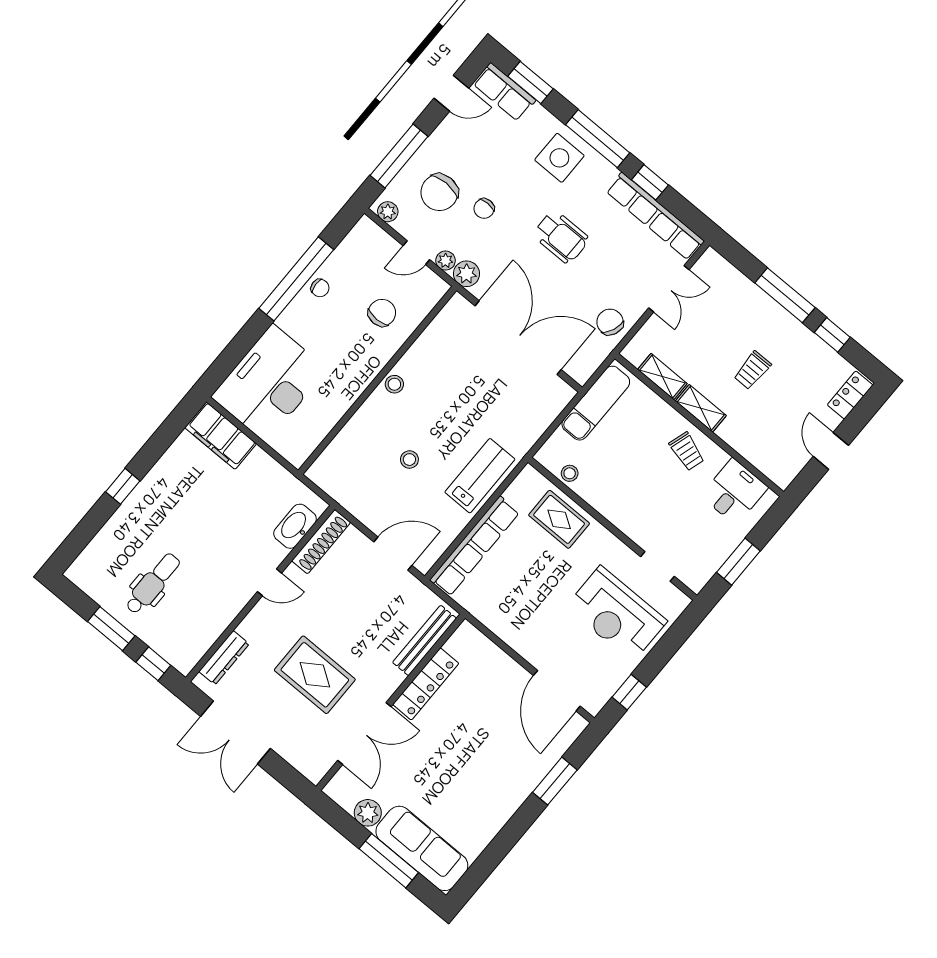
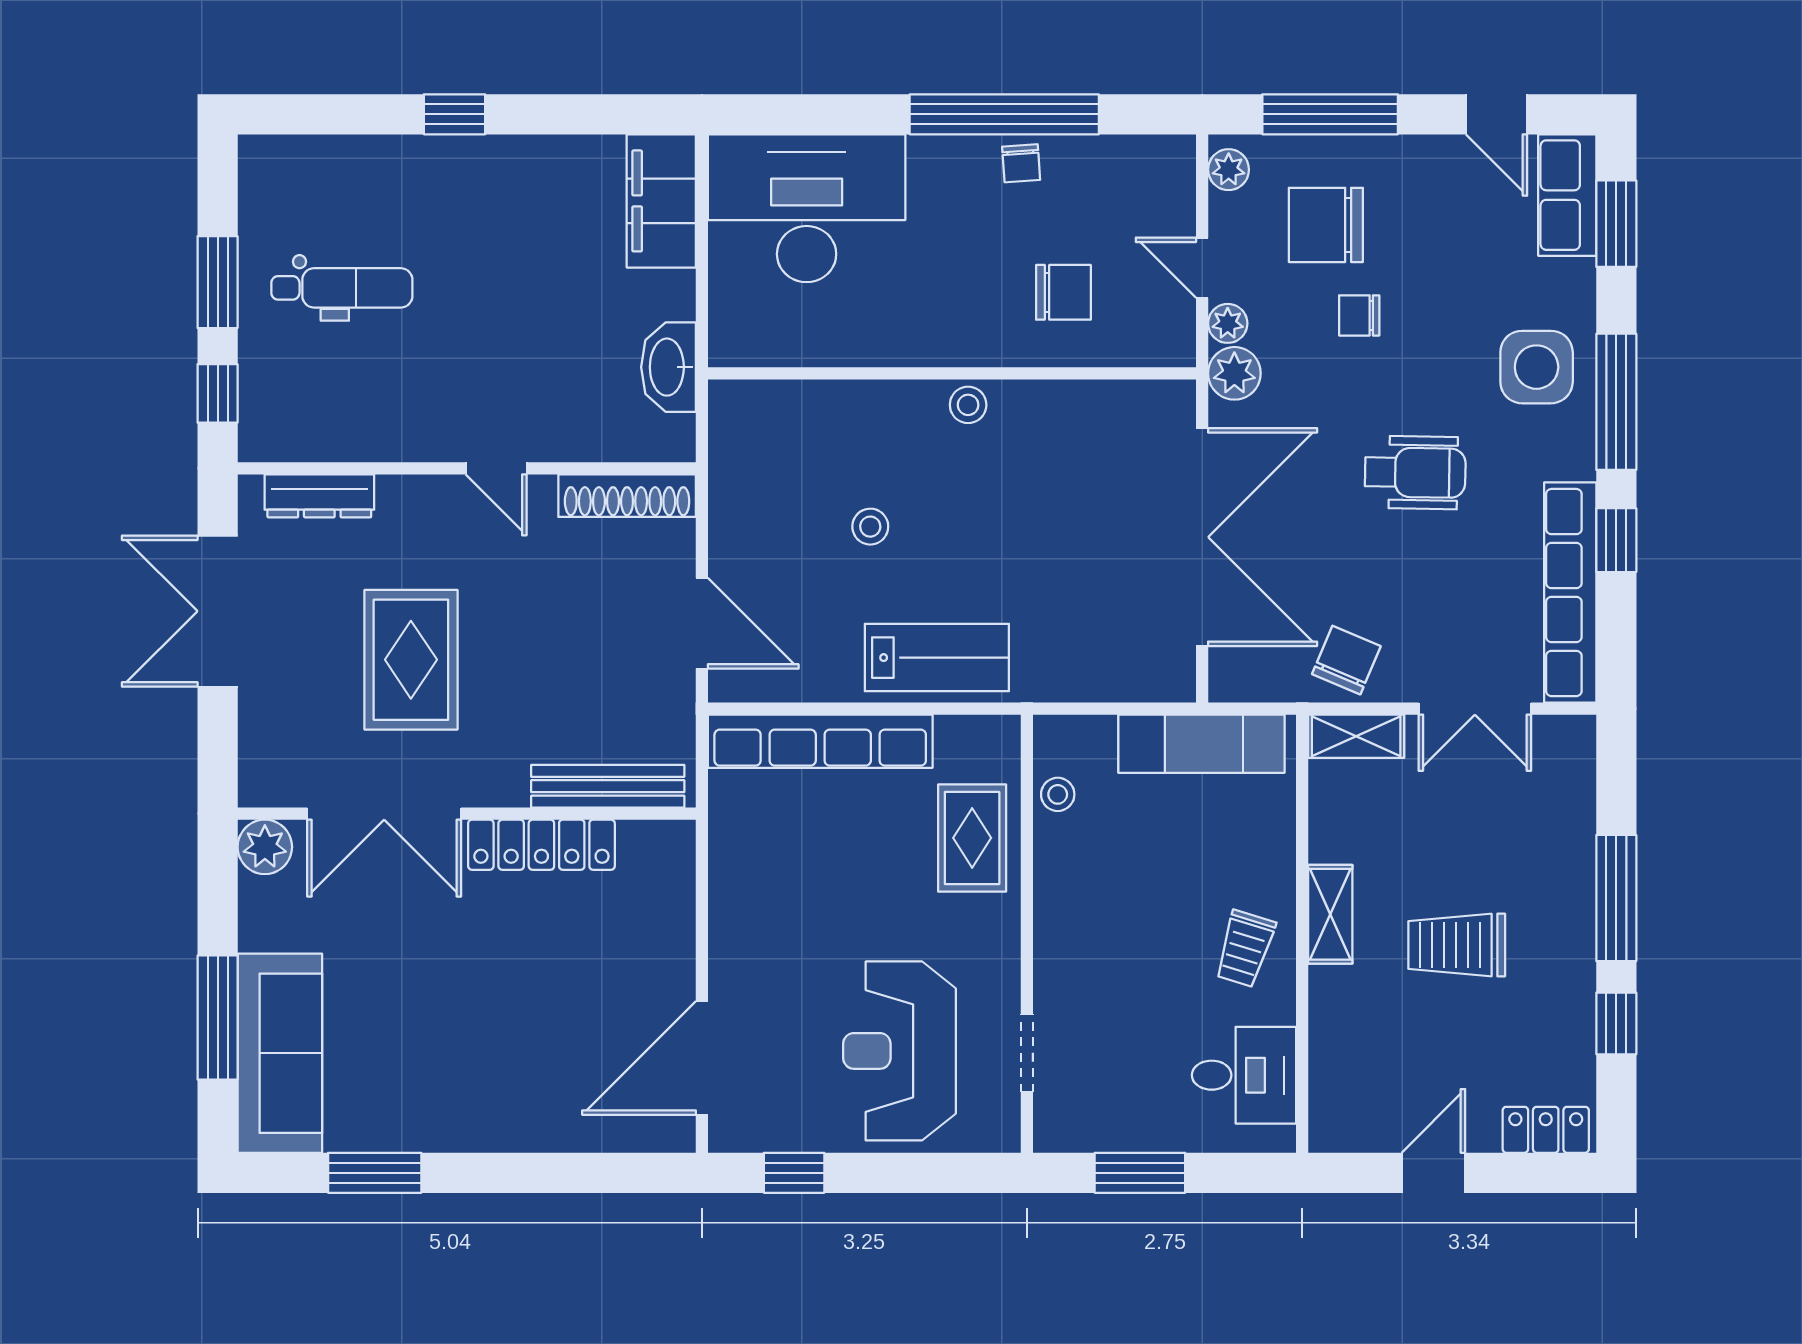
wheelchair: (561, 237) -> (1415, 473), turned -89
trolley: (752, 370) -> (1457, 945), width x1.36, depth x1.39
shelving: (662, 377) -> (1356, 736), moved, turned 90
washbasin: (295, 526) -> (668, 367), moved, turned -90
window: (555, 781) -> (375, 1173), moved
plant: (368, 813) -> (265, 847), moved

